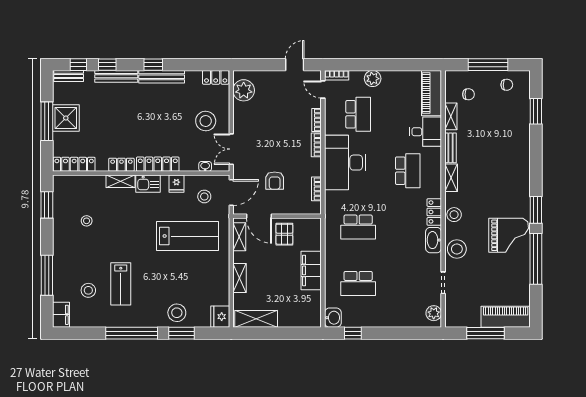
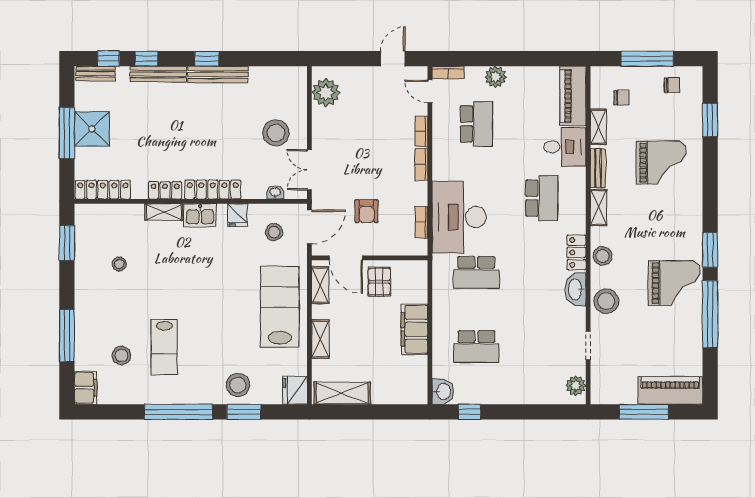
locker: (216, 77) -> (289, 75), removed
grand piano: (499, 144) -> (661, 163), added
desk: (345, 163) -> (459, 217), moved
lab bench: (187, 236) -> (280, 307), moved, turned -90

